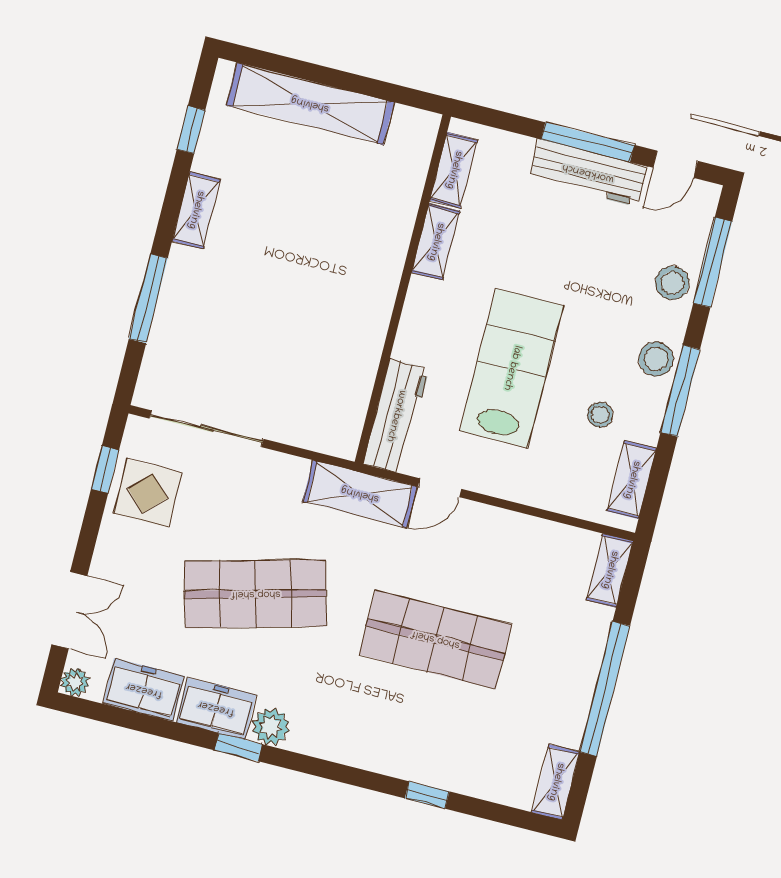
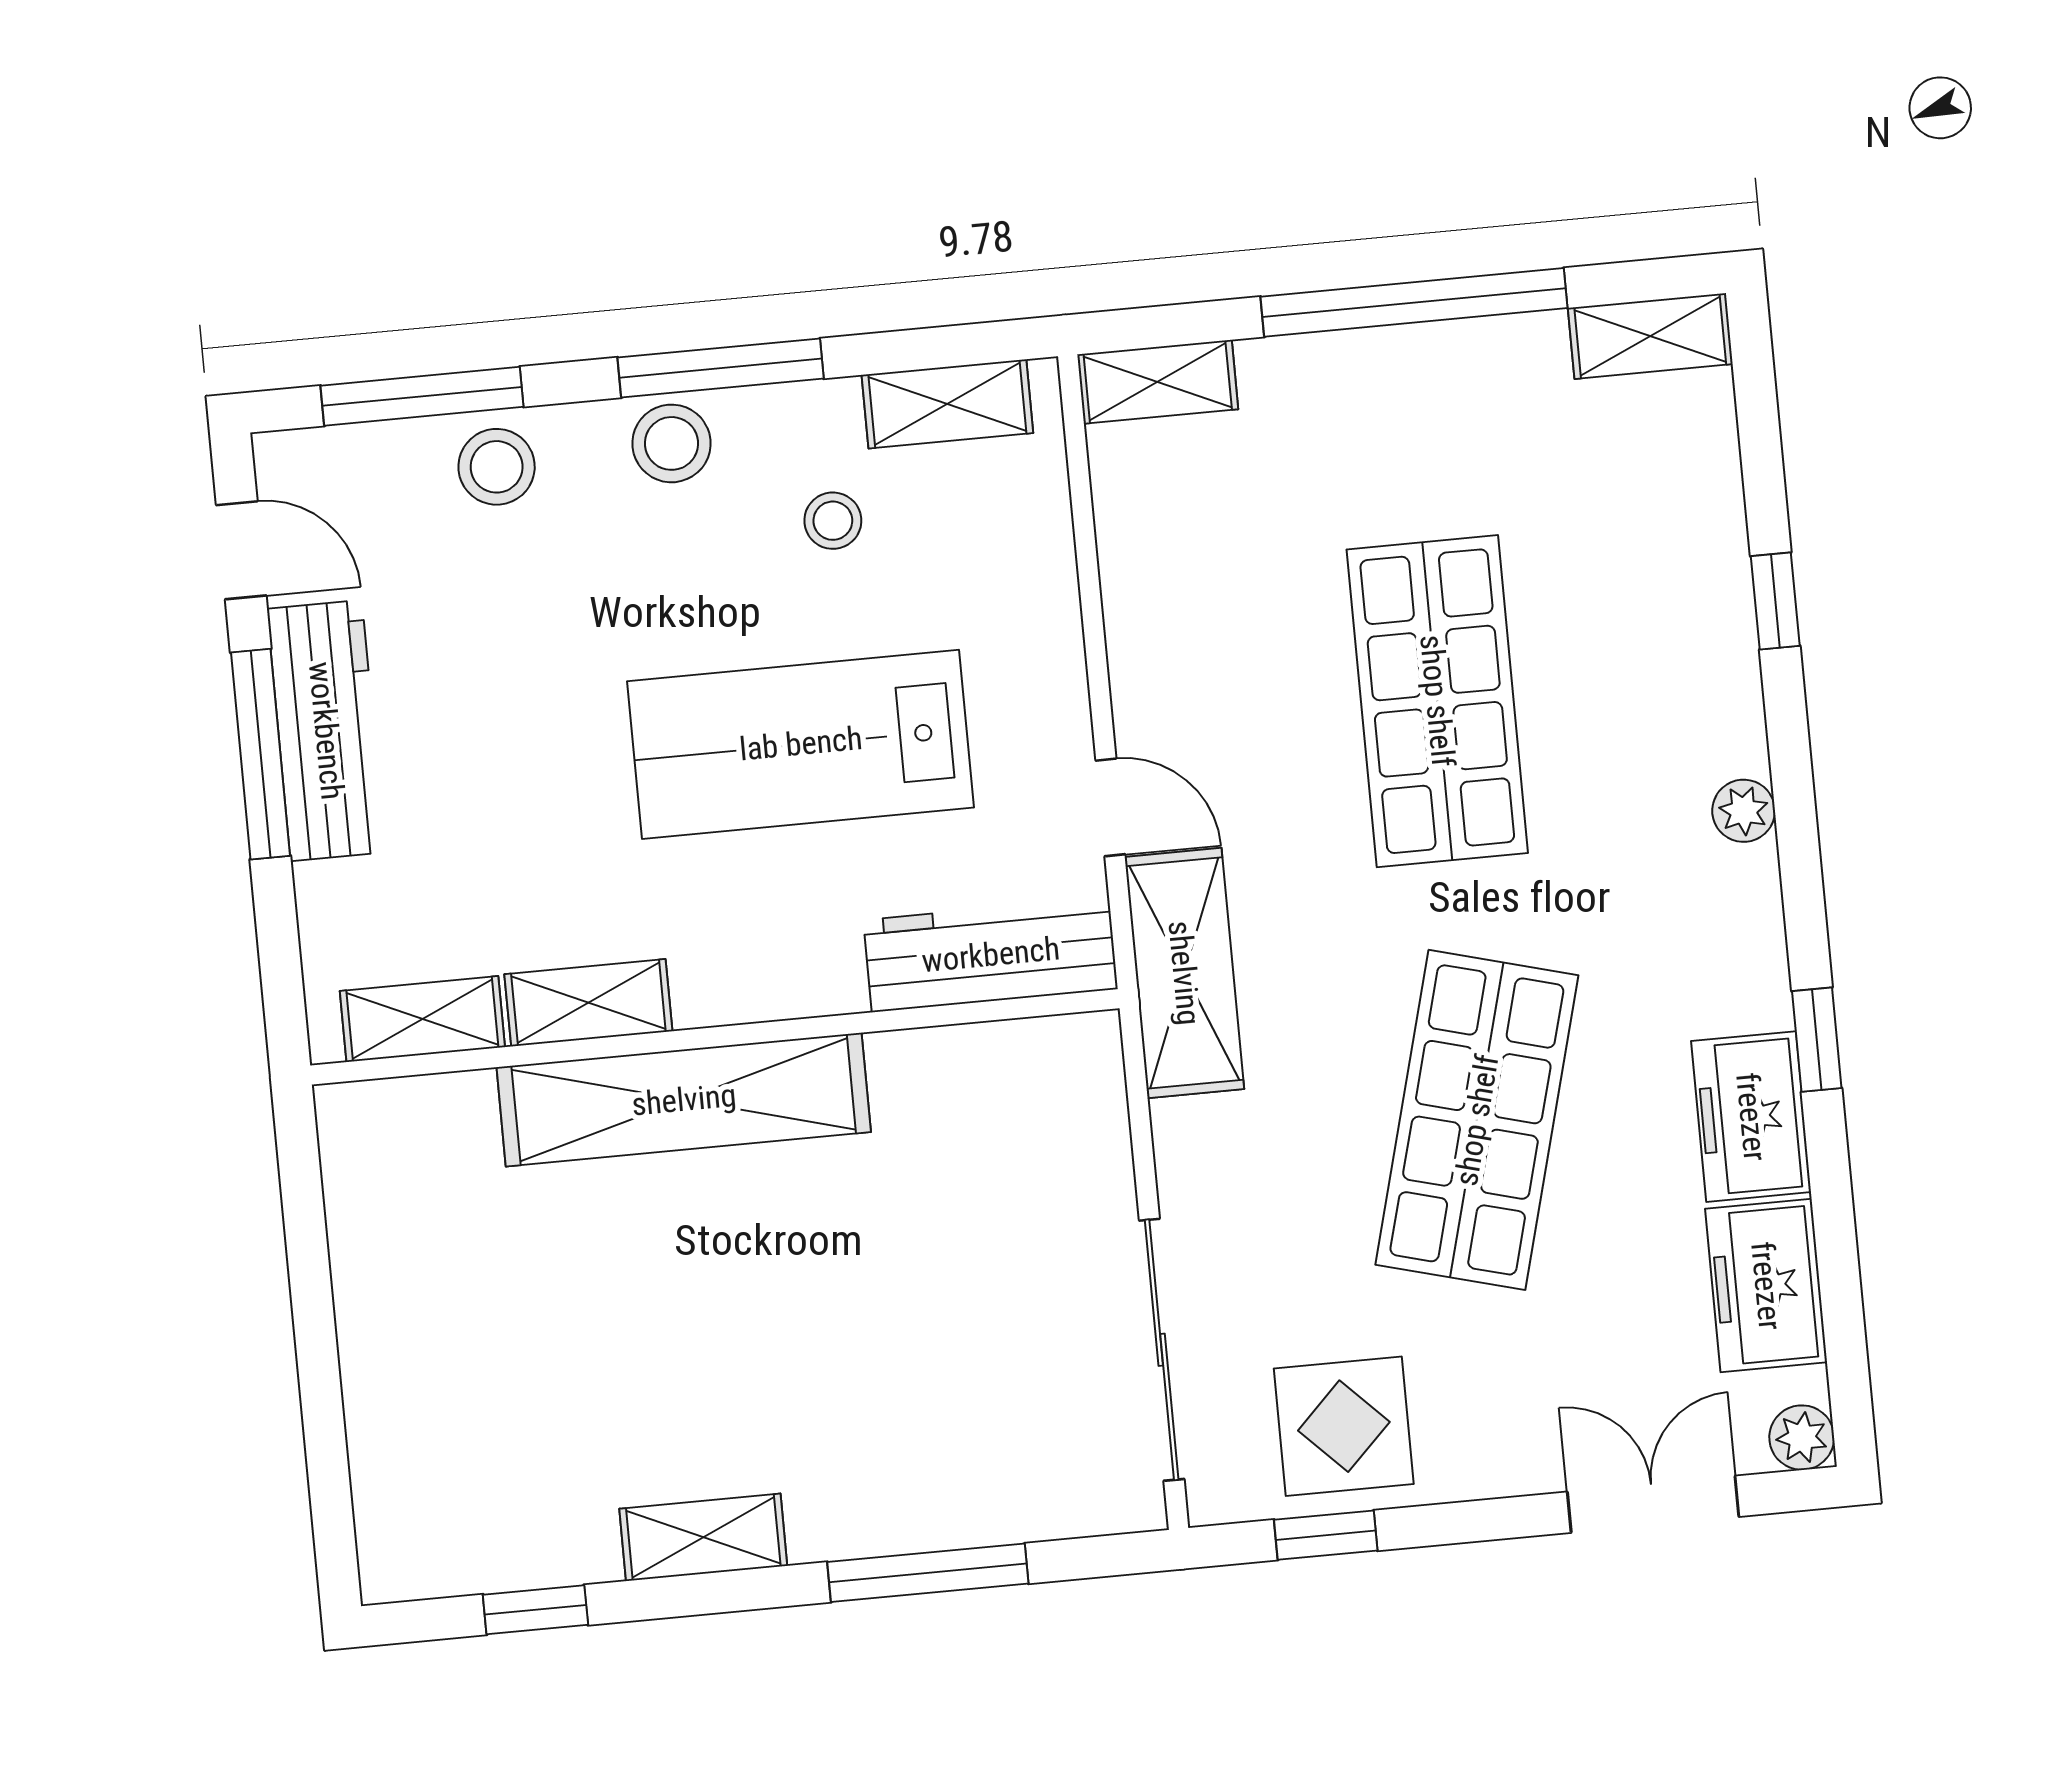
shelving: (310, 104) -> (684, 1100), moved, turned 90
shop shelf: (255, 594) -> (1477, 1120), turned 30
plant: (271, 727) -> (1744, 811), moved, width x0.73, depth x0.73

